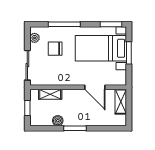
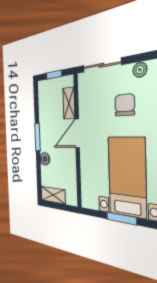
door: (95, 87) -> (77, 133), moved
shelving: (121, 102) -> (53, 195), moved
boiler: (58, 121) -> (45, 159), moved

